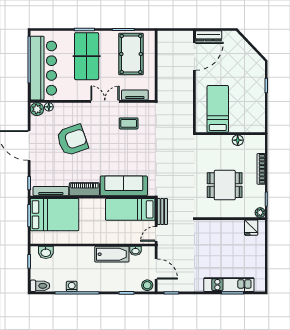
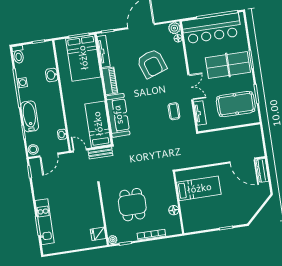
washbasin: (46, 252) -> (52, 75), moved
bathtub: (112, 254) -> (30, 116), moved, turned 180

